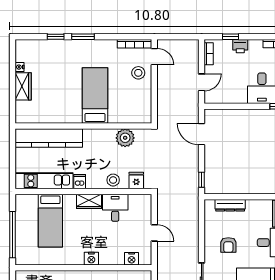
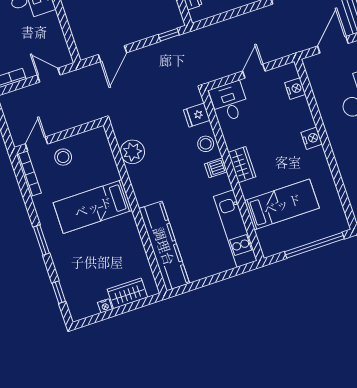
window: (56, 37) -> (59, 292), moved
bed: (95, 95) -> (93, 207), moved
wall: (83, 126) -> (135, 208), moved
kitchen counter: (49, 138) -> (164, 246), moved
plant: (125, 138) -> (132, 152), moved
dishwasher: (80, 182) -> (216, 168), moved
desk: (115, 208) -> (229, 102), moved, turned 90

